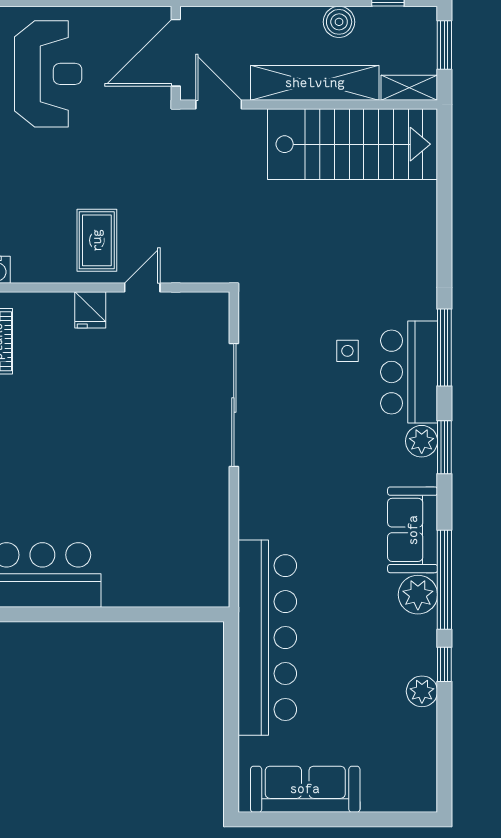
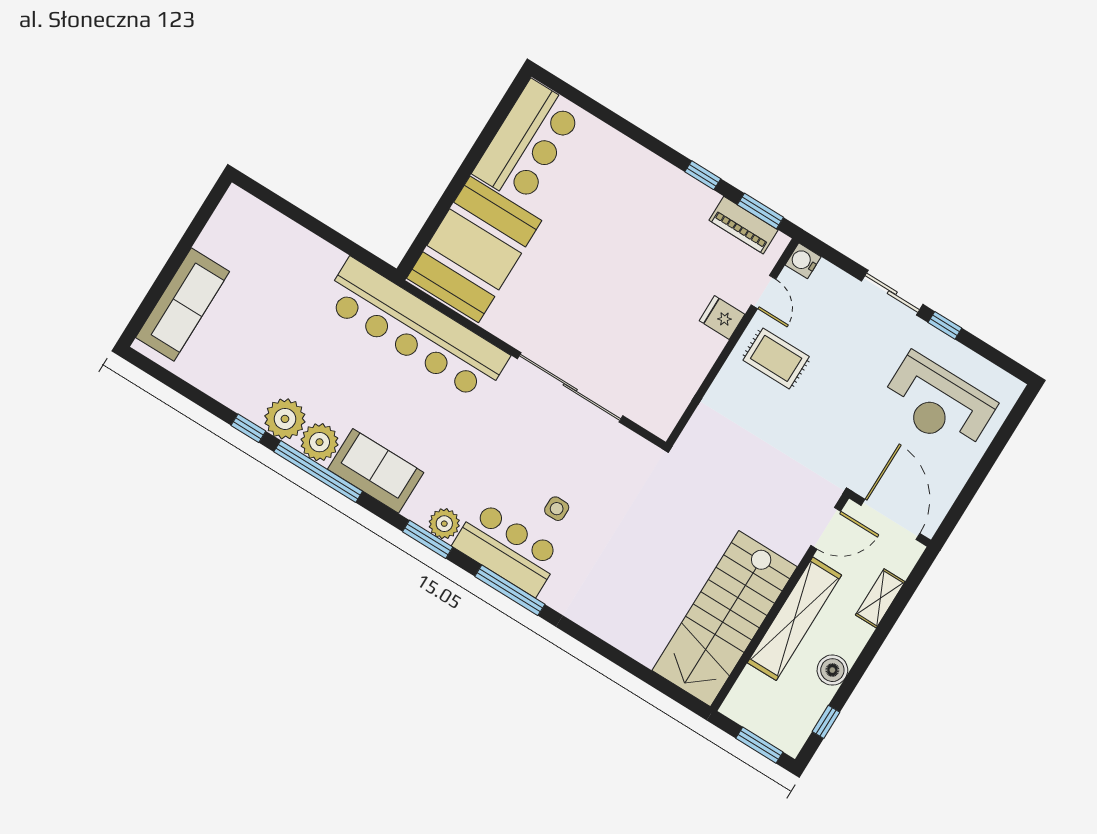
shelving: (409, 88) -> (880, 598), moved
door: (142, 287) -> (763, 292), moved
booth: (165, 564) -> (474, 249), added
bar counter: (267, 638) -> (416, 330), moved
plant: (422, 691) -> (285, 419), moved, width x1.36, depth x1.36
sofa: (305, 789) -> (183, 305), moved

